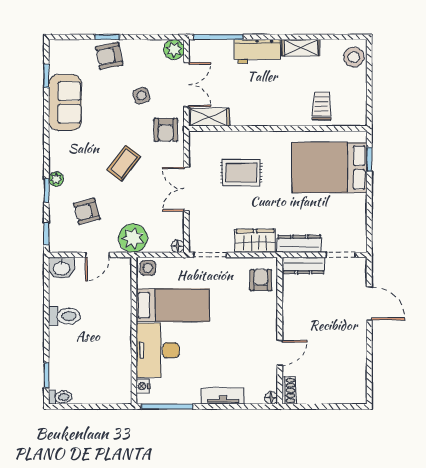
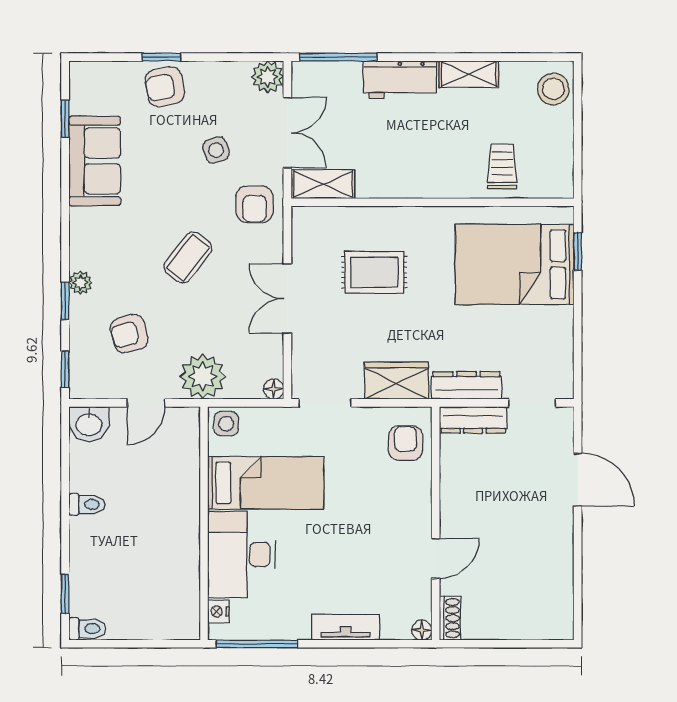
toilet: (65, 316) -> (87, 504), width x0.73, depth x0.72

